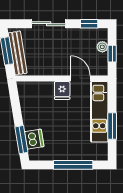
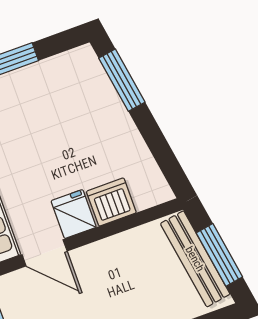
dishwasher: (34, 139) -> (111, 202), moved, turned 99

